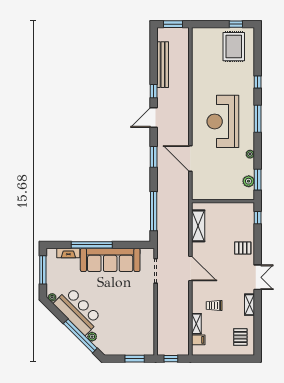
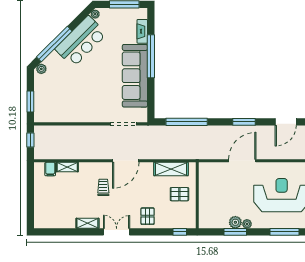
door: (154, 118) -> (286, 122), swing flipped
window: (258, 180) -> (235, 232), moved
plant: (249, 181) -> (235, 222), moved
double door: (258, 277) -> (117, 232), swing flipped
trolley: (214, 305) -> (103, 187), moved
plant: (92, 337) -> (41, 69), moved
pallet: (240, 337) -> (179, 194), moved

